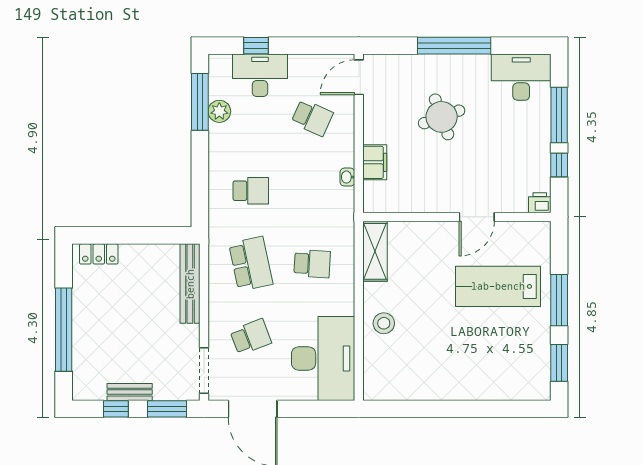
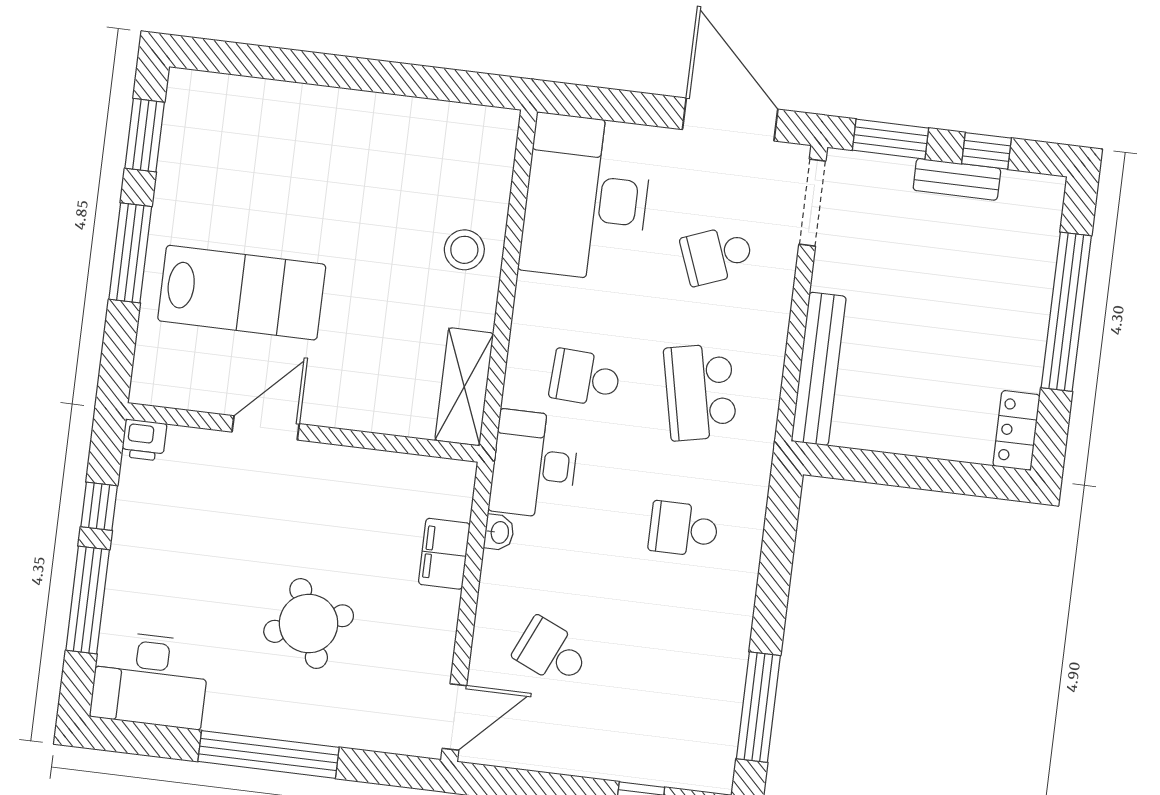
desk: (260, 75) -> (534, 464), moved, turned 90
plant: (219, 111) -> (724, 685), removed
locker: (99, 254) -> (1017, 430), moved, turned -90

